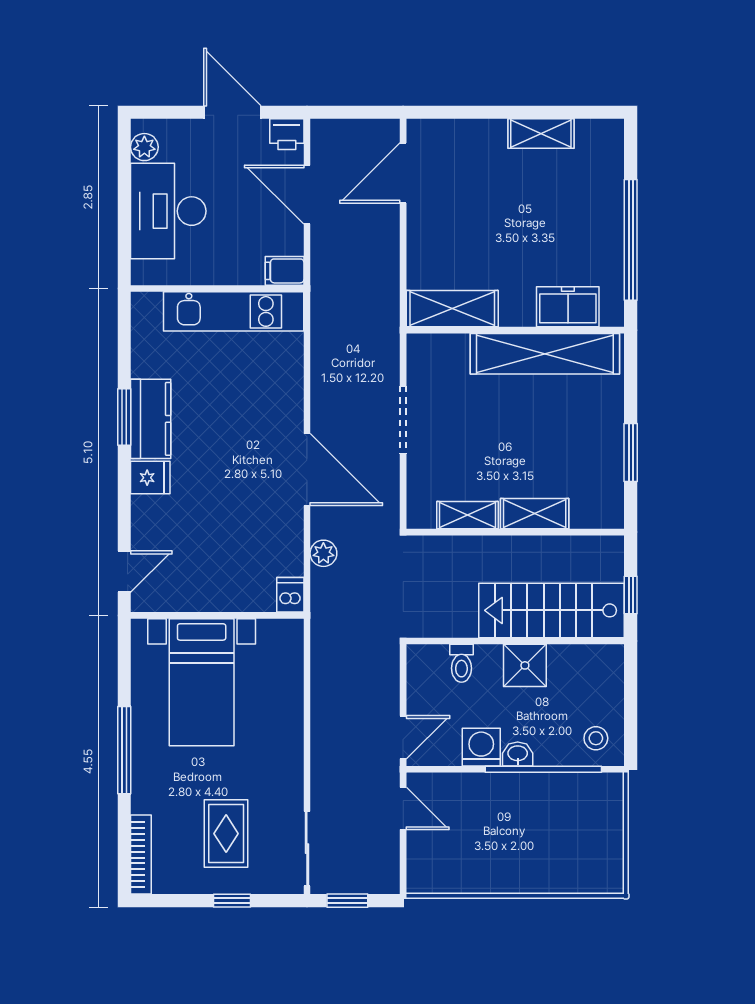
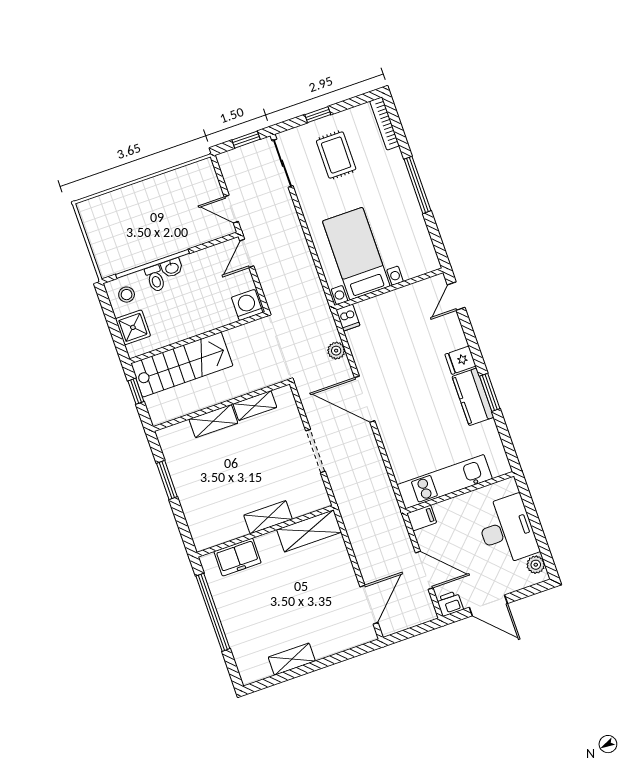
shelving: (545, 354) -> (268, 517), width x0.45, depth x0.75
toilet: (461, 663) -> (155, 278), moved, turned 180
shower: (525, 665) -> (133, 327), moved
bed with nightstands: (202, 682) -> (356, 254), moved
washing machine: (481, 747) -> (247, 305), moved, turned 180

